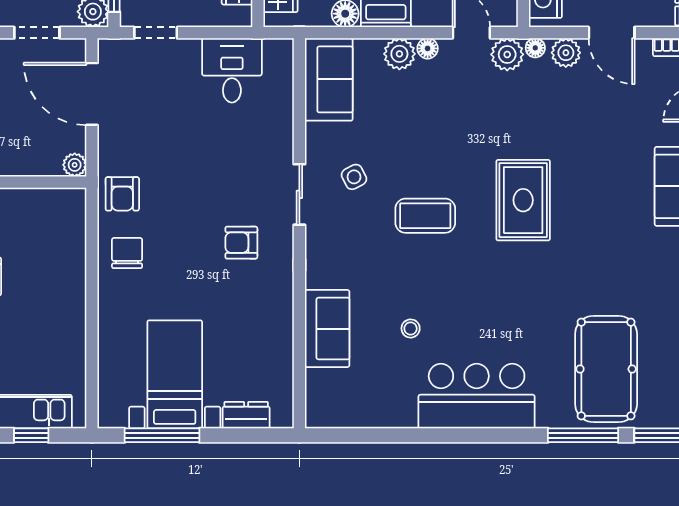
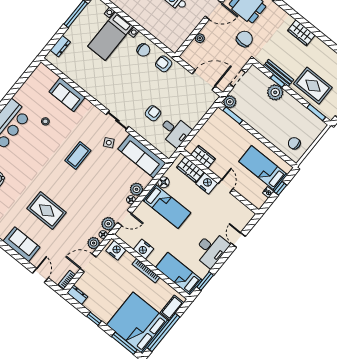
doorway: (156, 33) -> (207, 116), removed
sofa: (329, 79) -> (142, 156), width x1.36
plant: (75, 165) -> (200, 38), moved
rug: (523, 200) -> (47, 210), moved
armchair: (241, 243) -> (153, 113), moved
bed with nightstands: (175, 374) -> (110, 36), moved, turned 90

